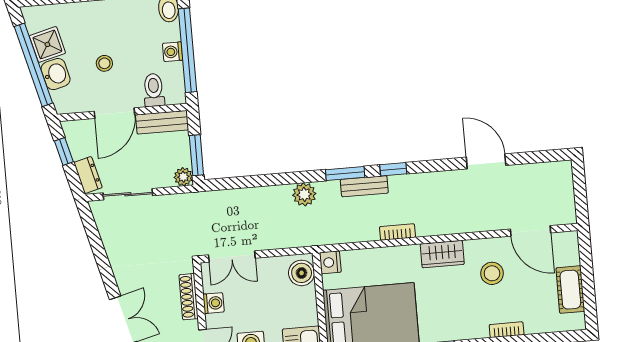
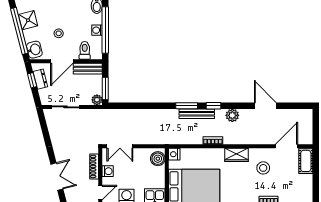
washbasin: (56, 74) -> (34, 50), moved
dresser: (88, 175) -> (40, 79), moved
bench: (364, 186) -> (197, 114), width x1.36
plant: (304, 194) -> (232, 115), moved
door: (530, 231) -> (286, 146), swing flipped
cot: (570, 290) -> (306, 161), moved

